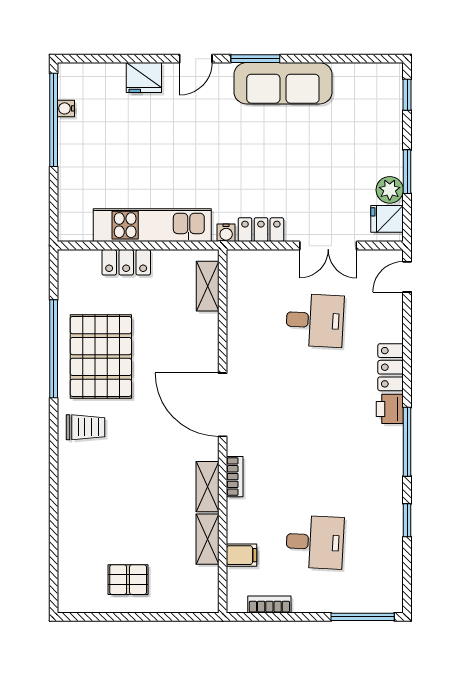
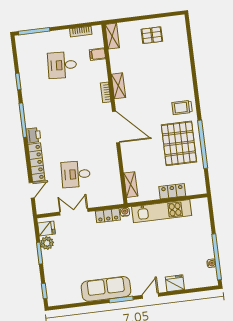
door: (407, 277) -> (32, 190), moved
locker: (391, 367) -> (36, 162), width x1.53
shelving: (207, 539) -> (112, 36), moved

